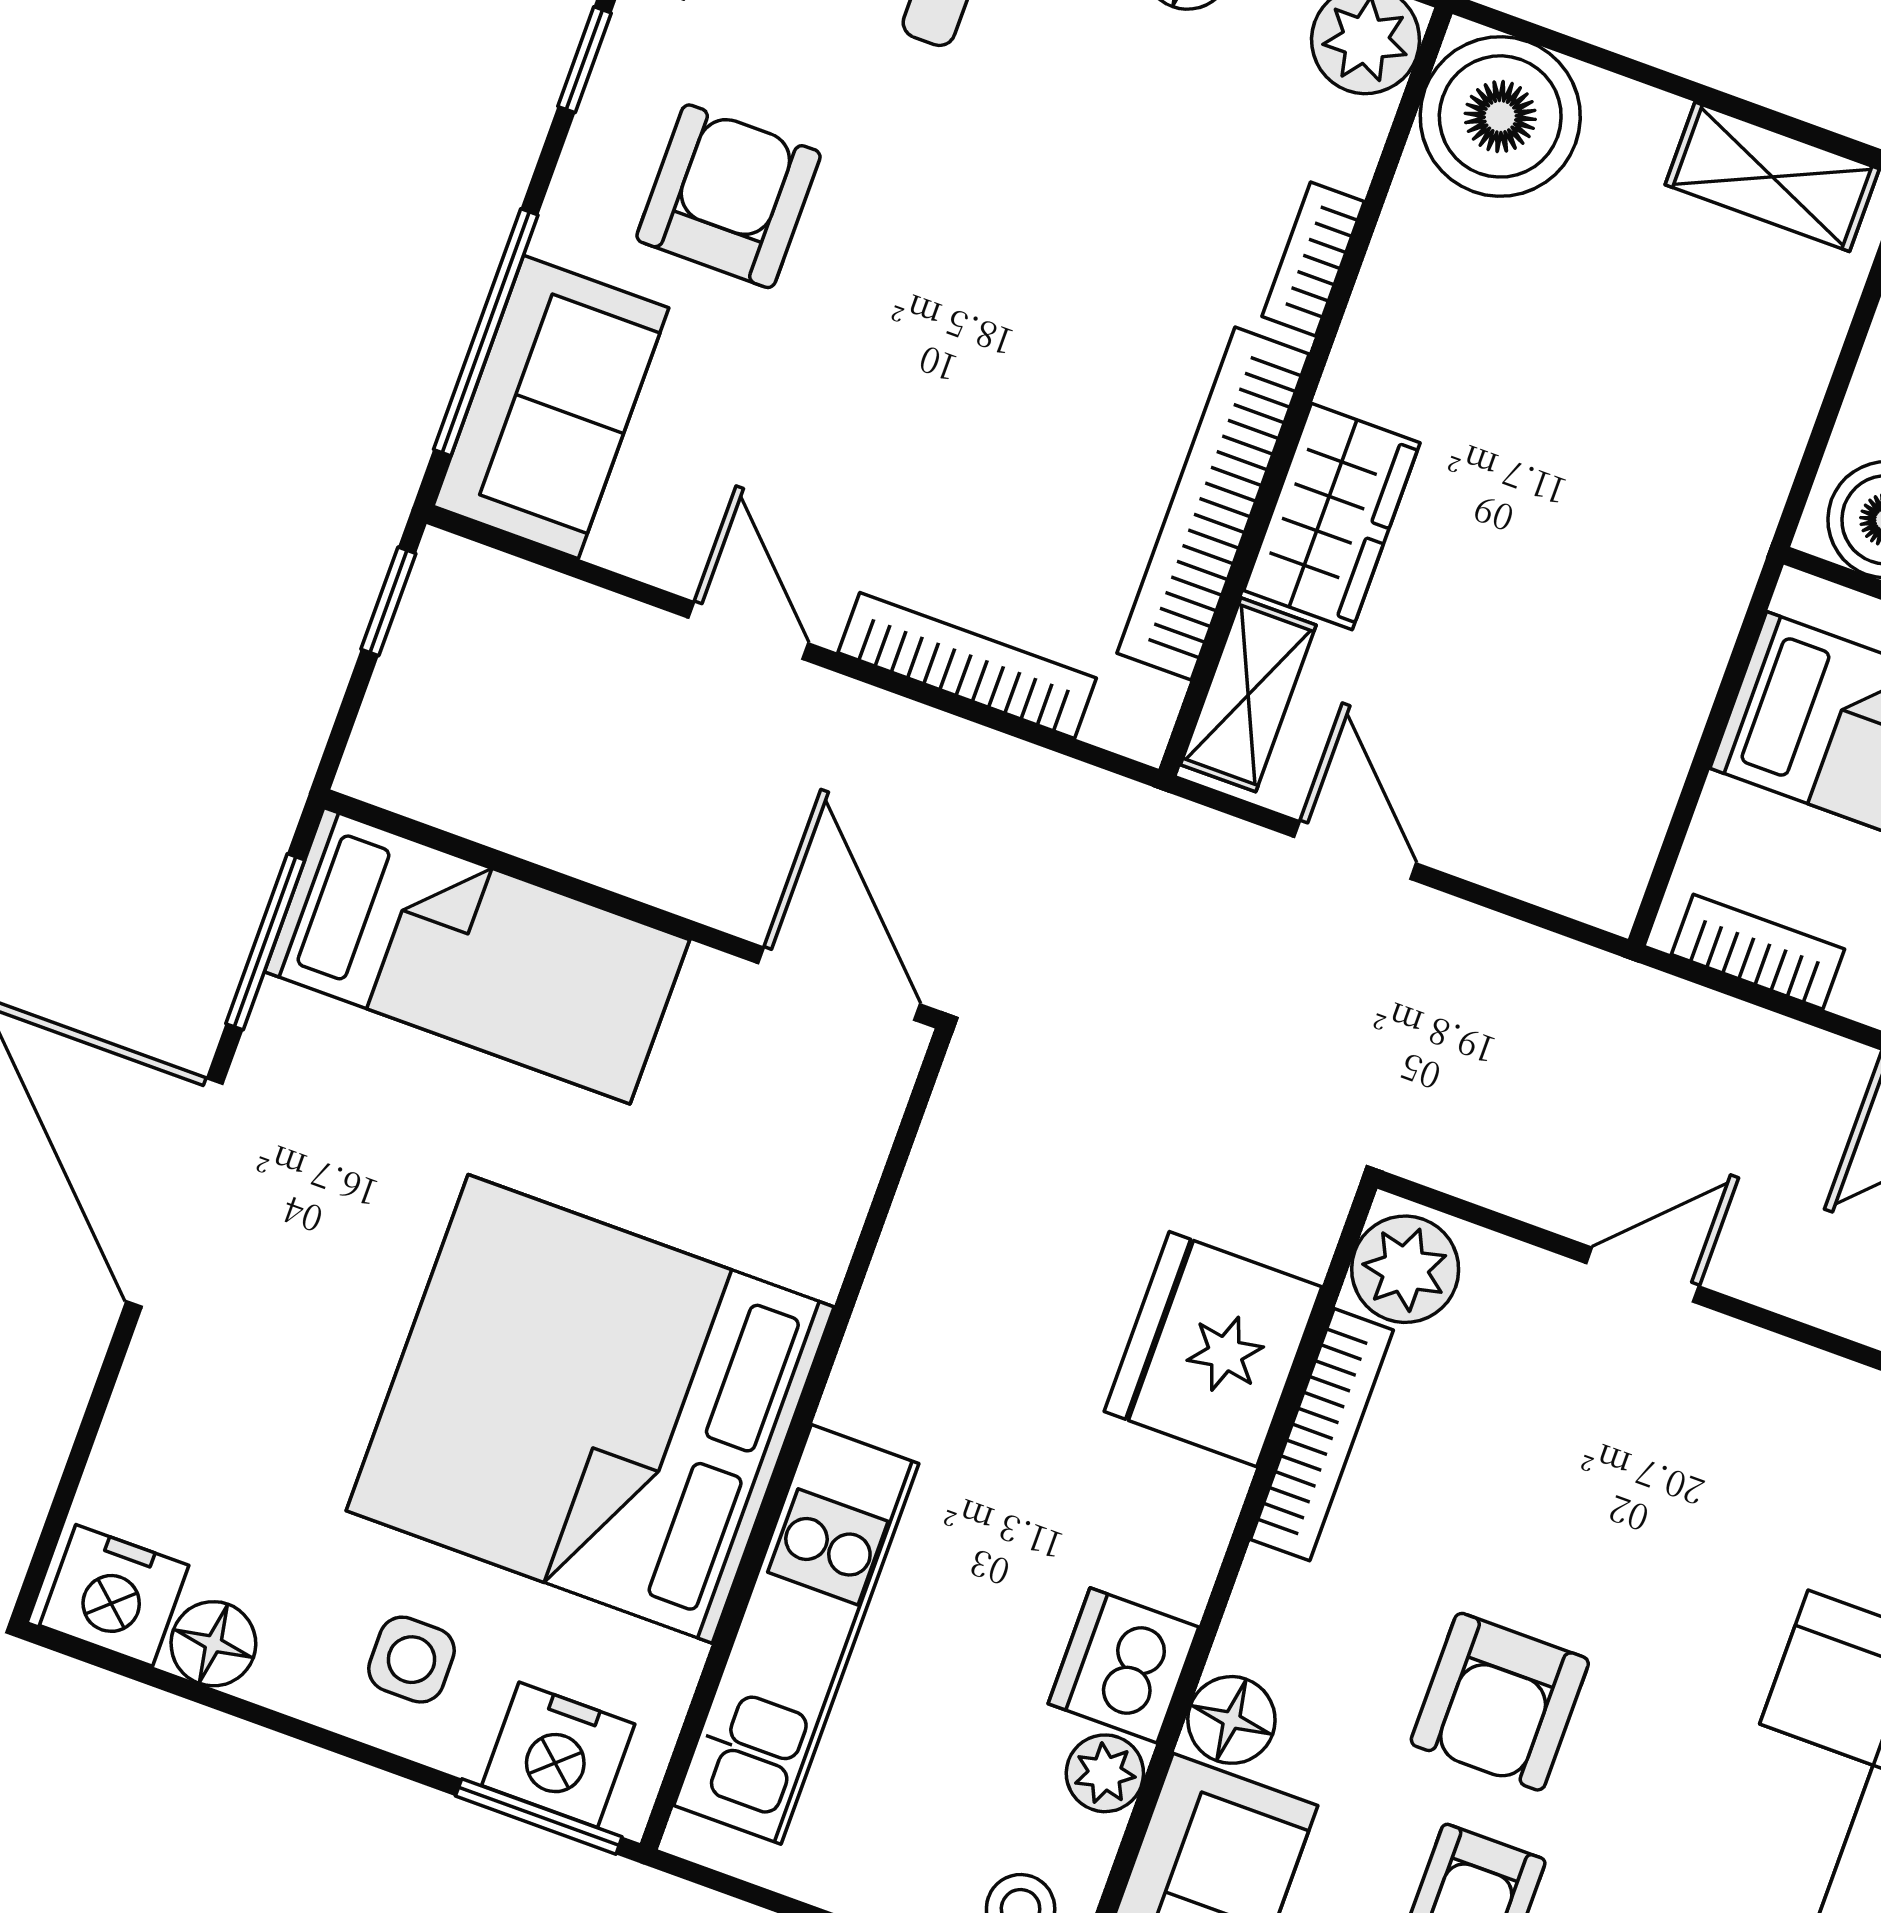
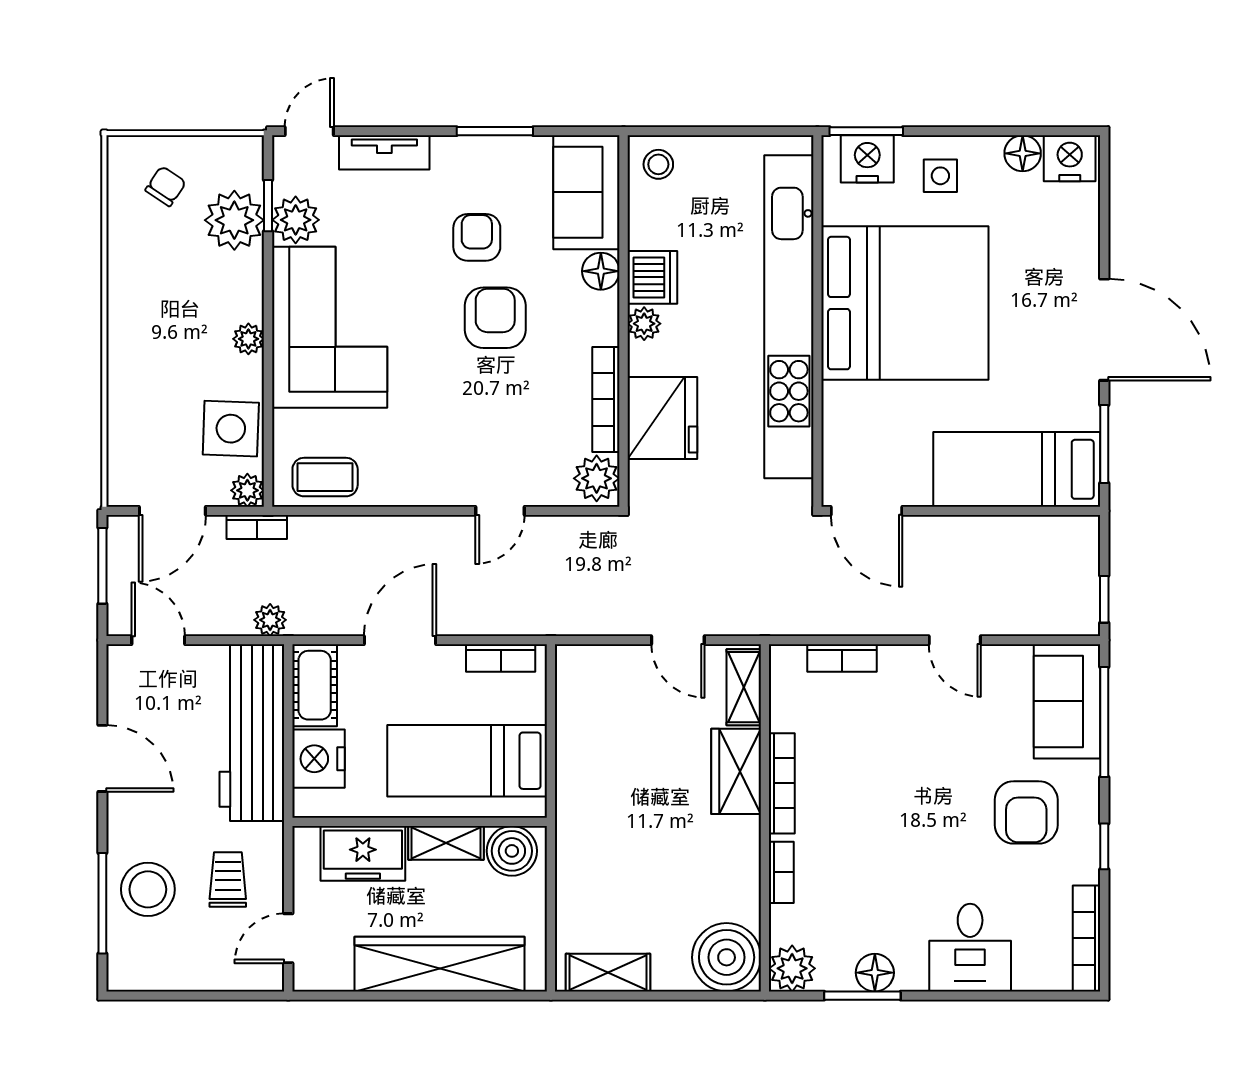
bookcase: (1213, 504) -> (782, 783), width x0.68, depth x0.76
bookcase: (967, 665) -> (842, 658), width x0.64
kitchen unit: (796, 1634) -> (789, 317), width x1.86
plant: (1105, 1773) -> (644, 324), moved

